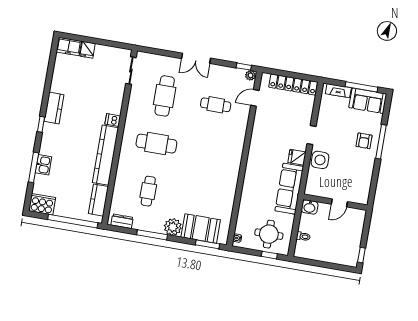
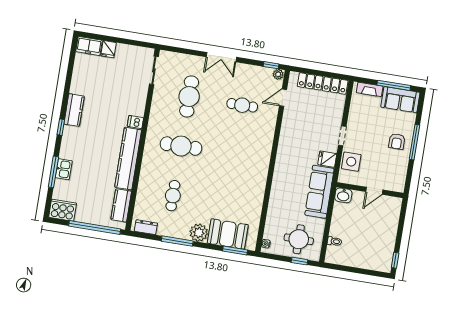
wall: (335, 202) -> (370, 190), moved
door: (339, 203) -> (374, 191), moved
washbasin: (310, 207) -> (343, 195), moved

